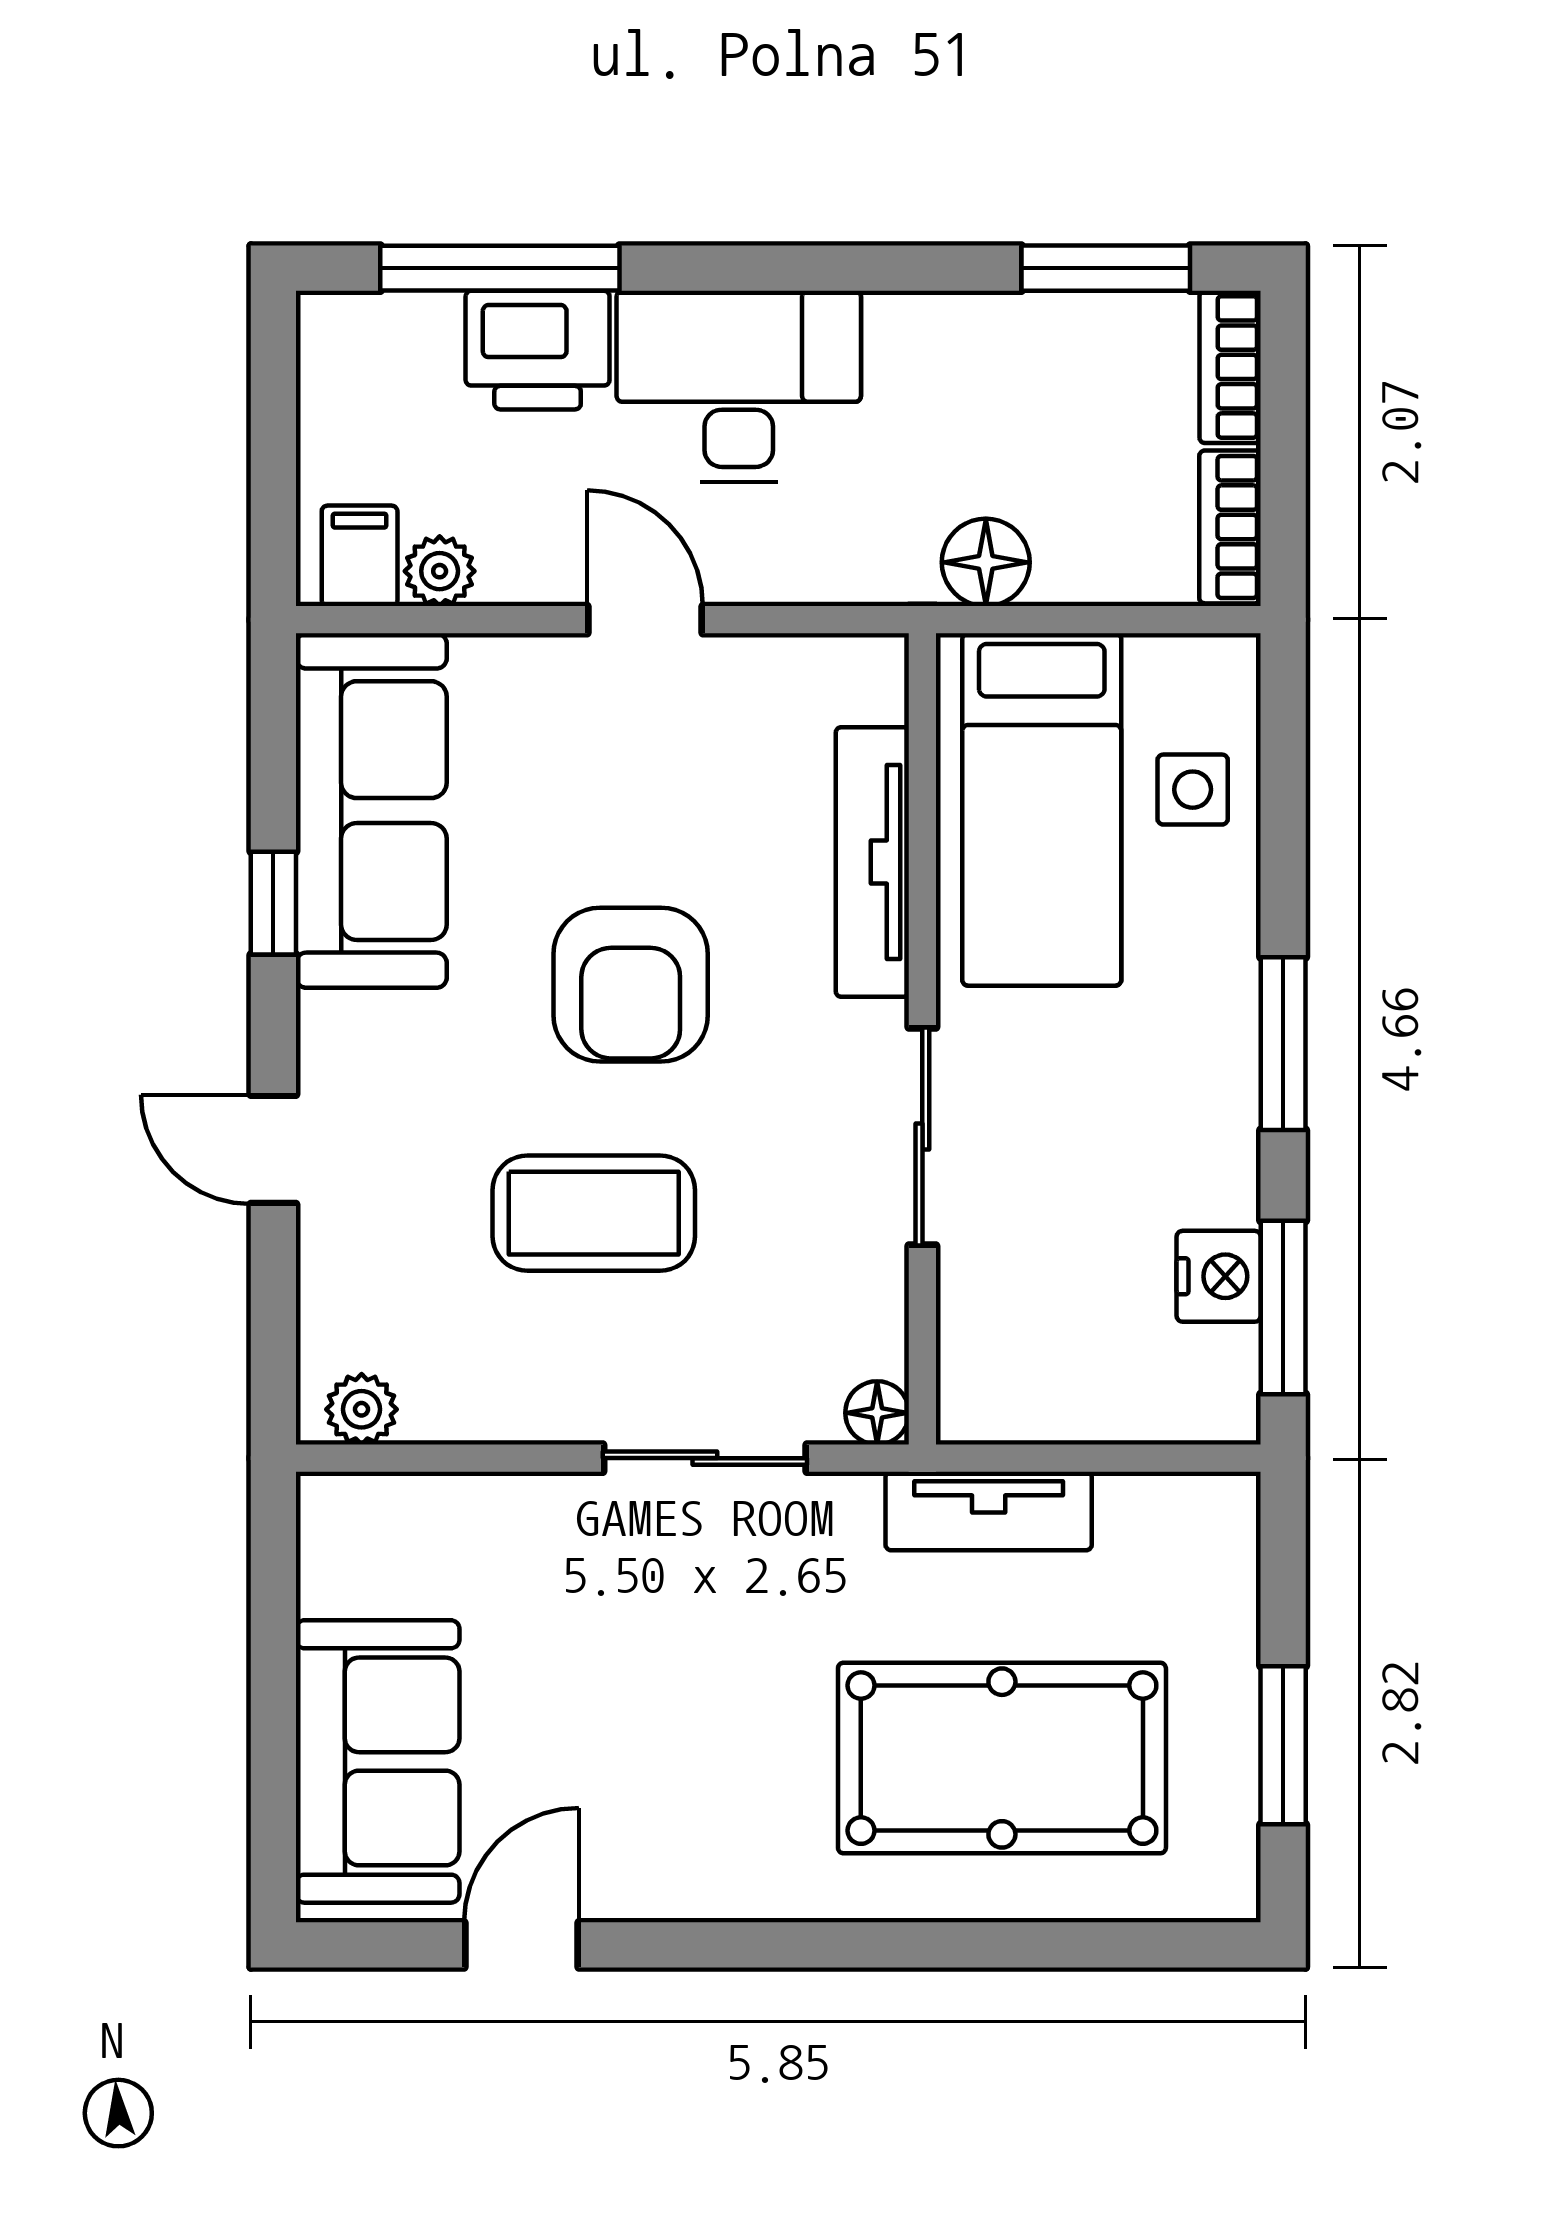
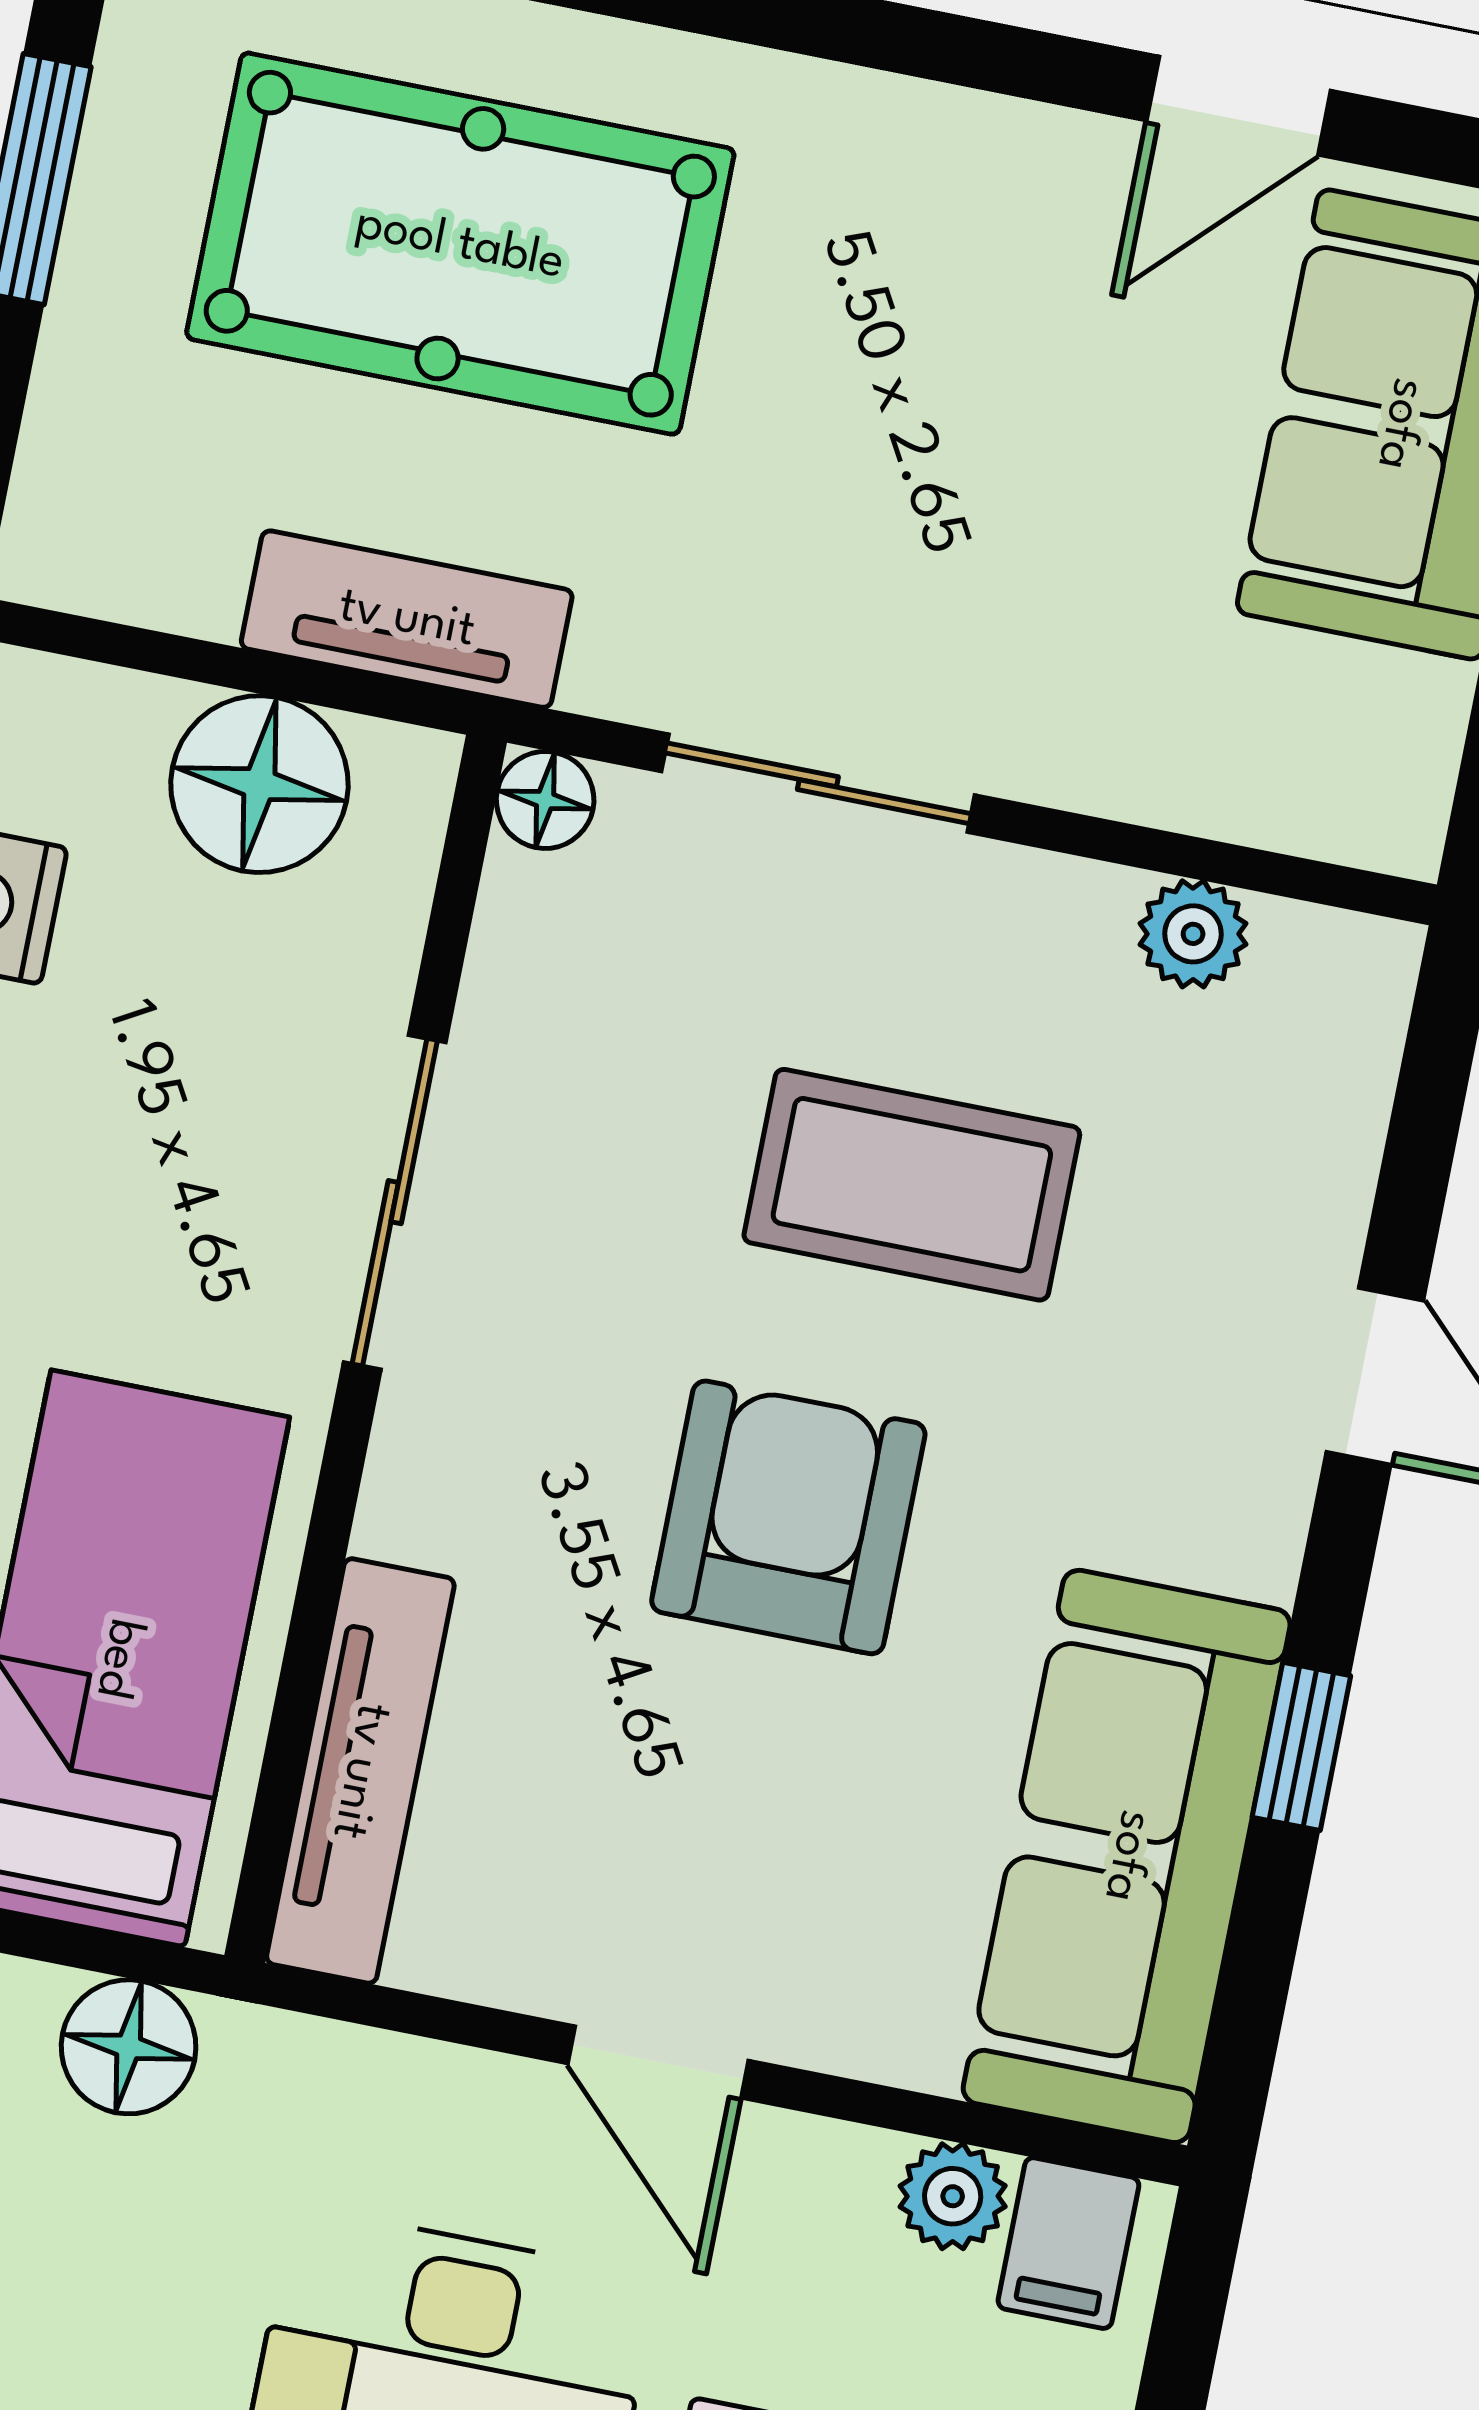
tv unit: (872, 862) -> (360, 1771), moved
floor lamp: (1062, 1387) -> (259, 784), added
plant: (362, 1409) -> (1193, 934), moved

